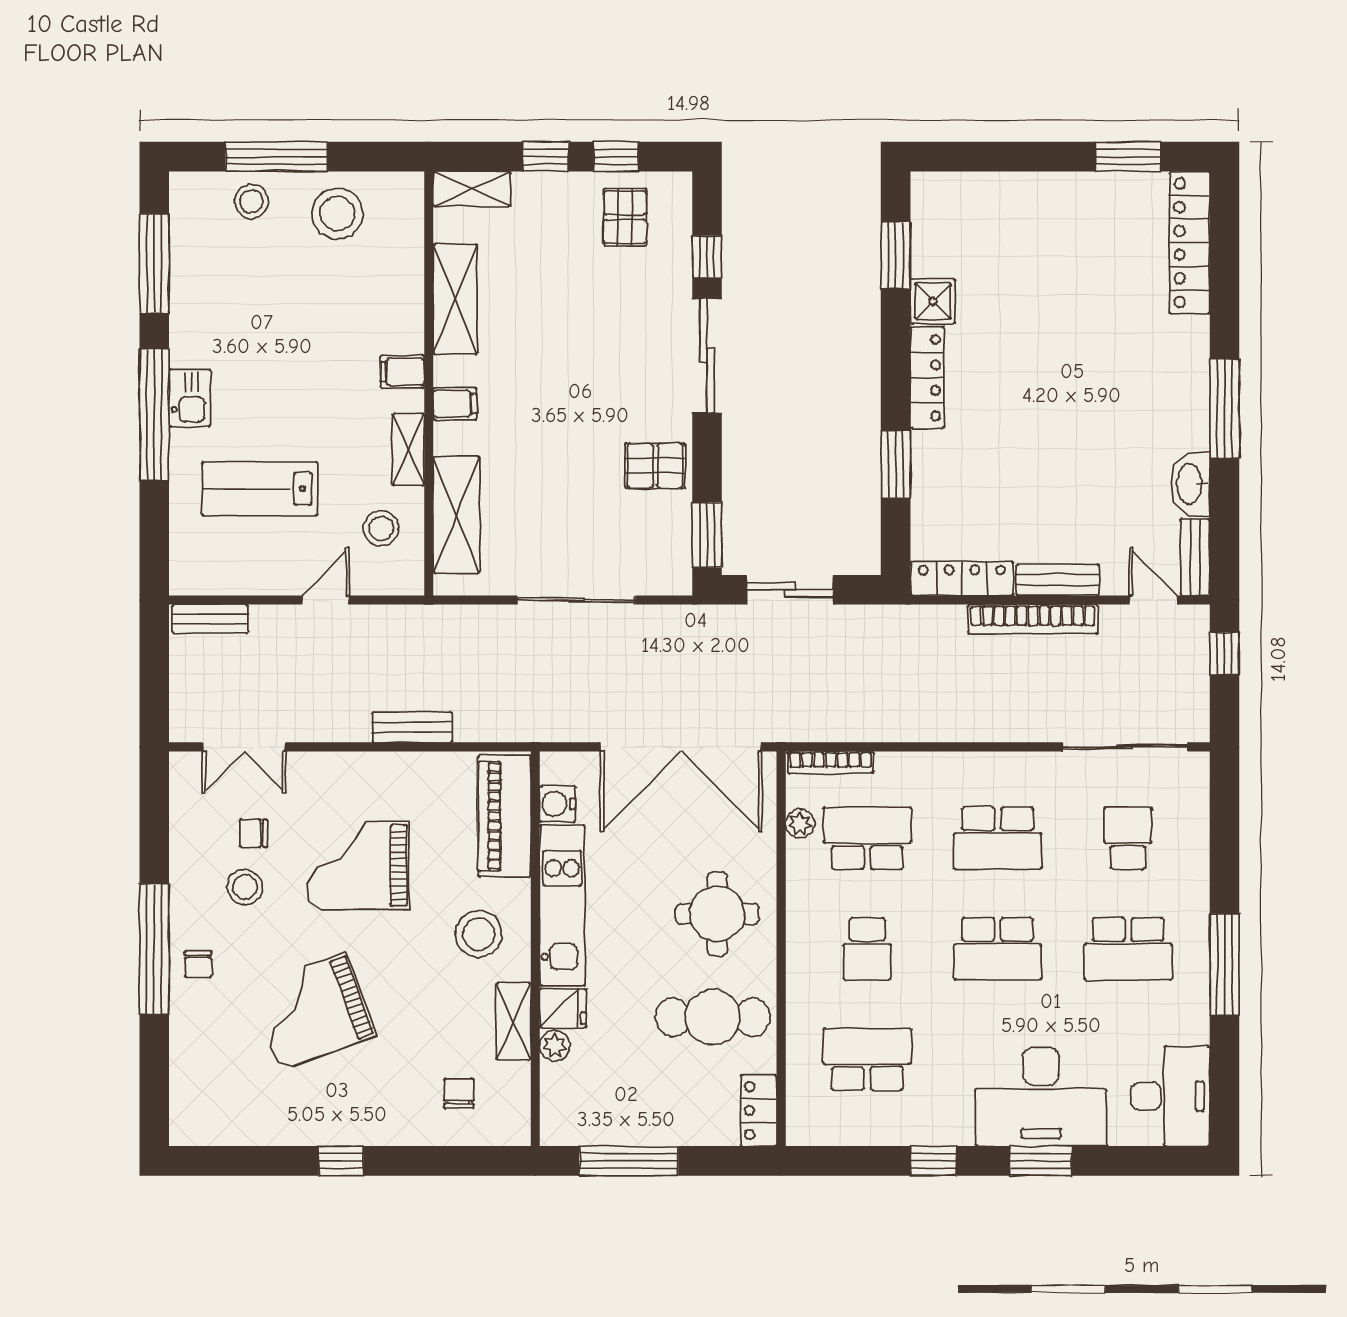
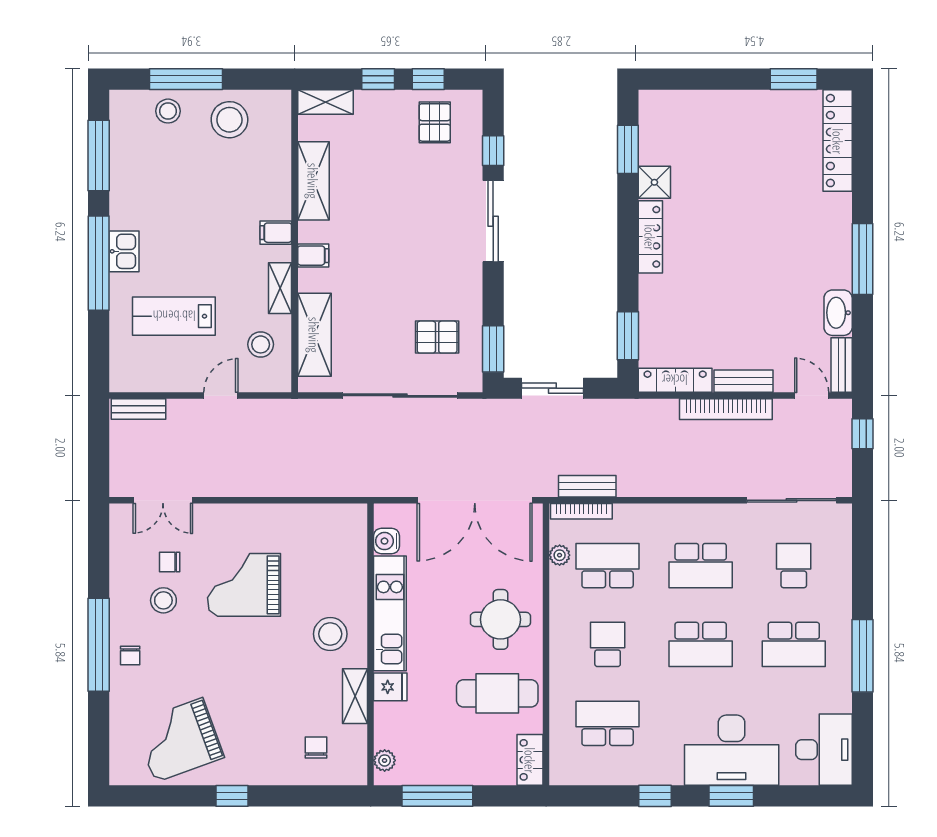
window: (896, 464) -> (628, 336), moved
pallet: (655, 466) -> (437, 337), moved
sliding door: (576, 600) -> (400, 396), width x1.36
bench: (412, 727) -> (587, 486), moved
piano: (504, 816) -> (349, 550), removed
school desk: (867, 949) -> (608, 644), turned 180
grand piano: (313, 1012) -> (179, 740), moved
plant: (555, 1046) -> (385, 760), moved

